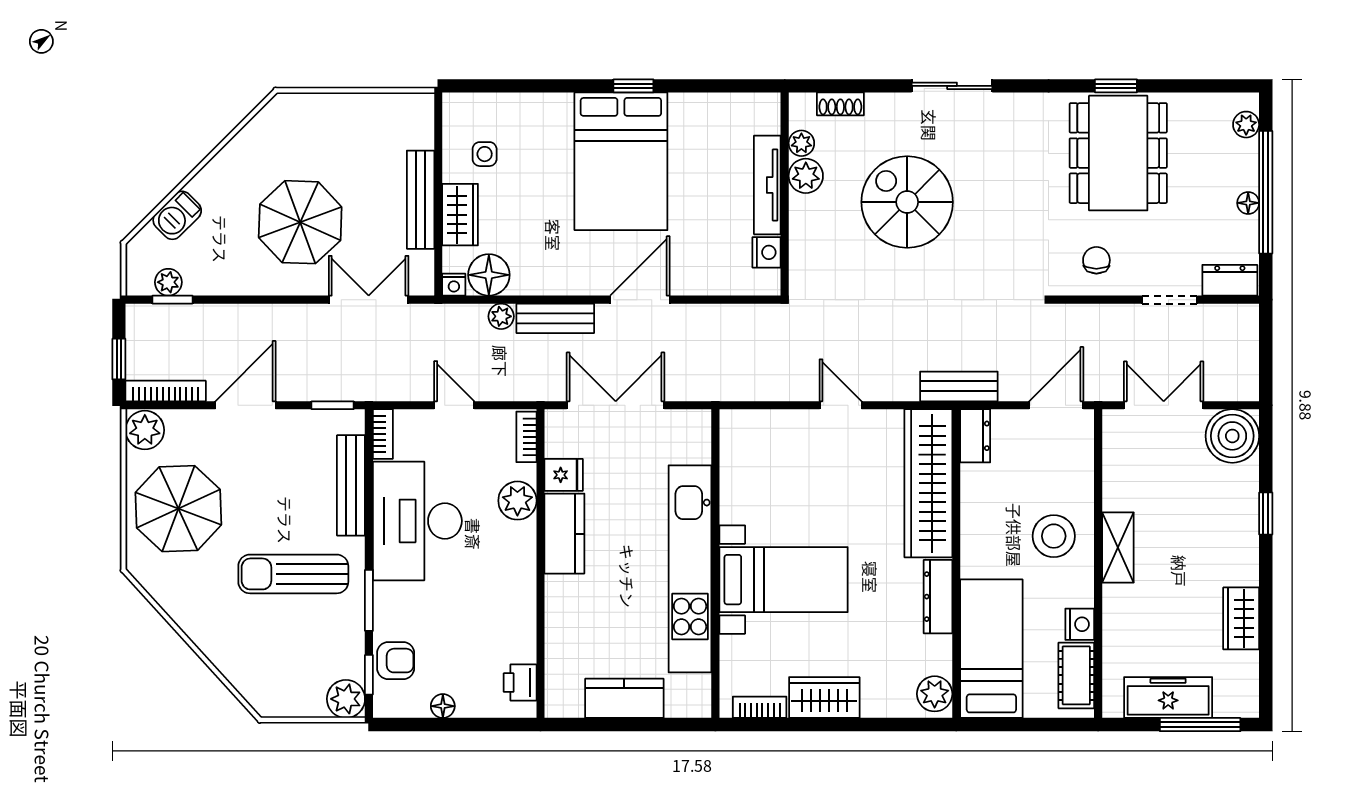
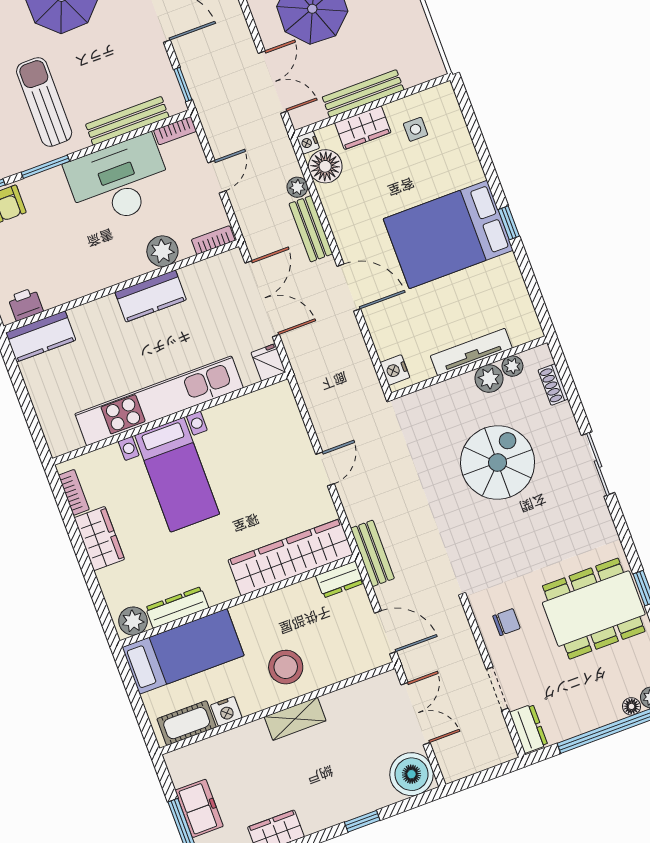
floor lamp: (1248, 203) -> (631, 706), moved
nightstand: (767, 252) -> (395, 370), moved, turned 90
fridge: (564, 475) -> (268, 362), moved, turned 180
dresser: (938, 597) -> (177, 608), moved
kitchen counter: (624, 698) -> (41, 336), moved, turned 90
freezer: (1168, 698) -> (199, 808), width x0.71

